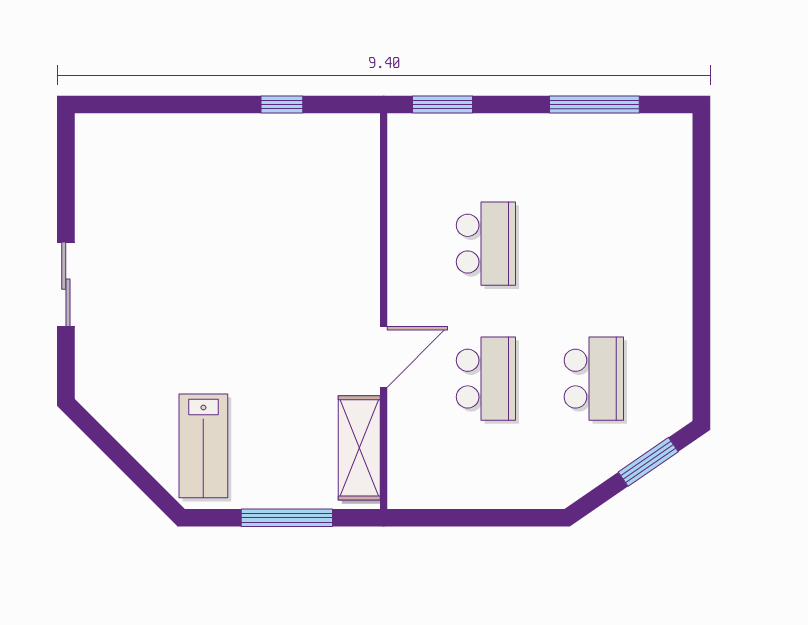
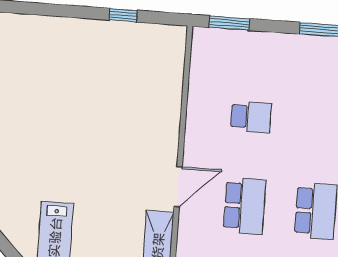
school desk: (486, 244) -> (251, 117), width x0.54

